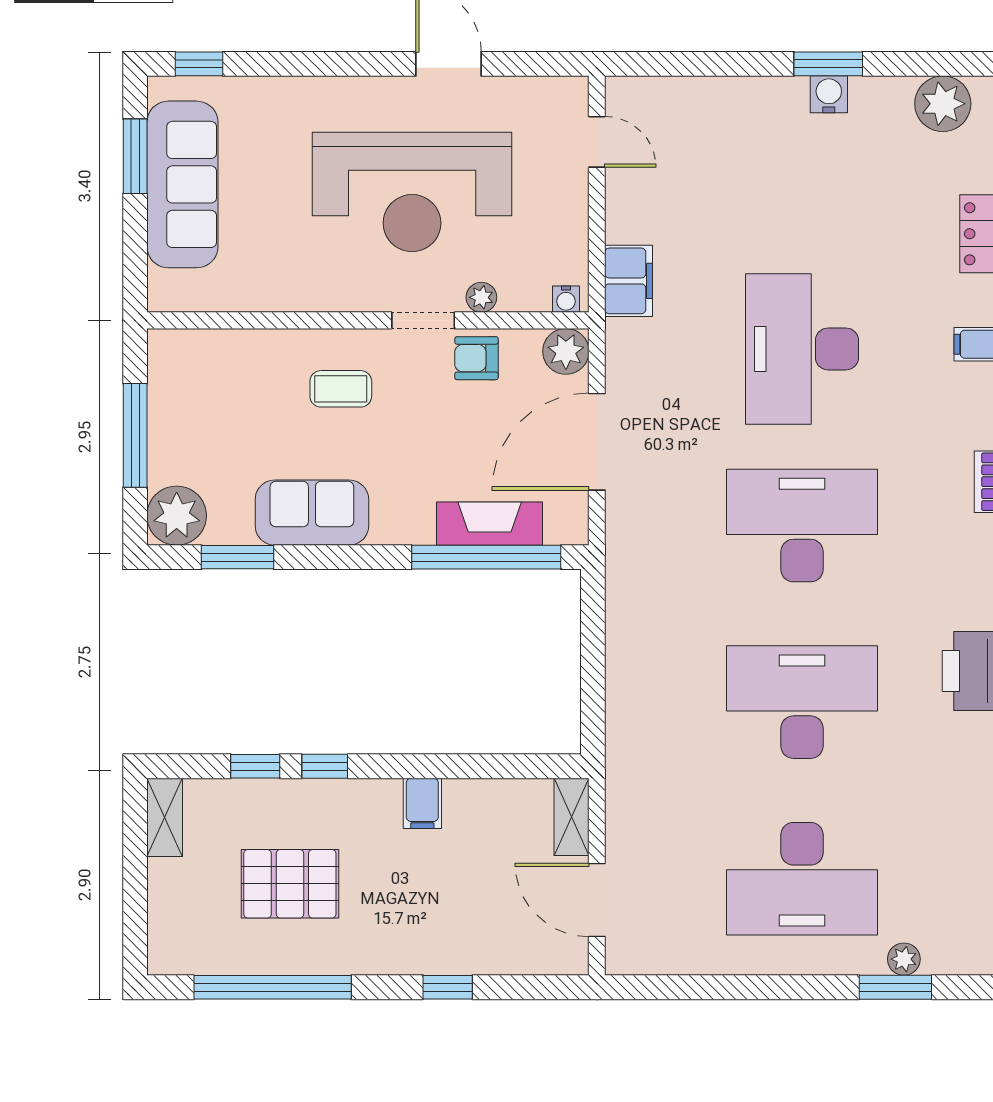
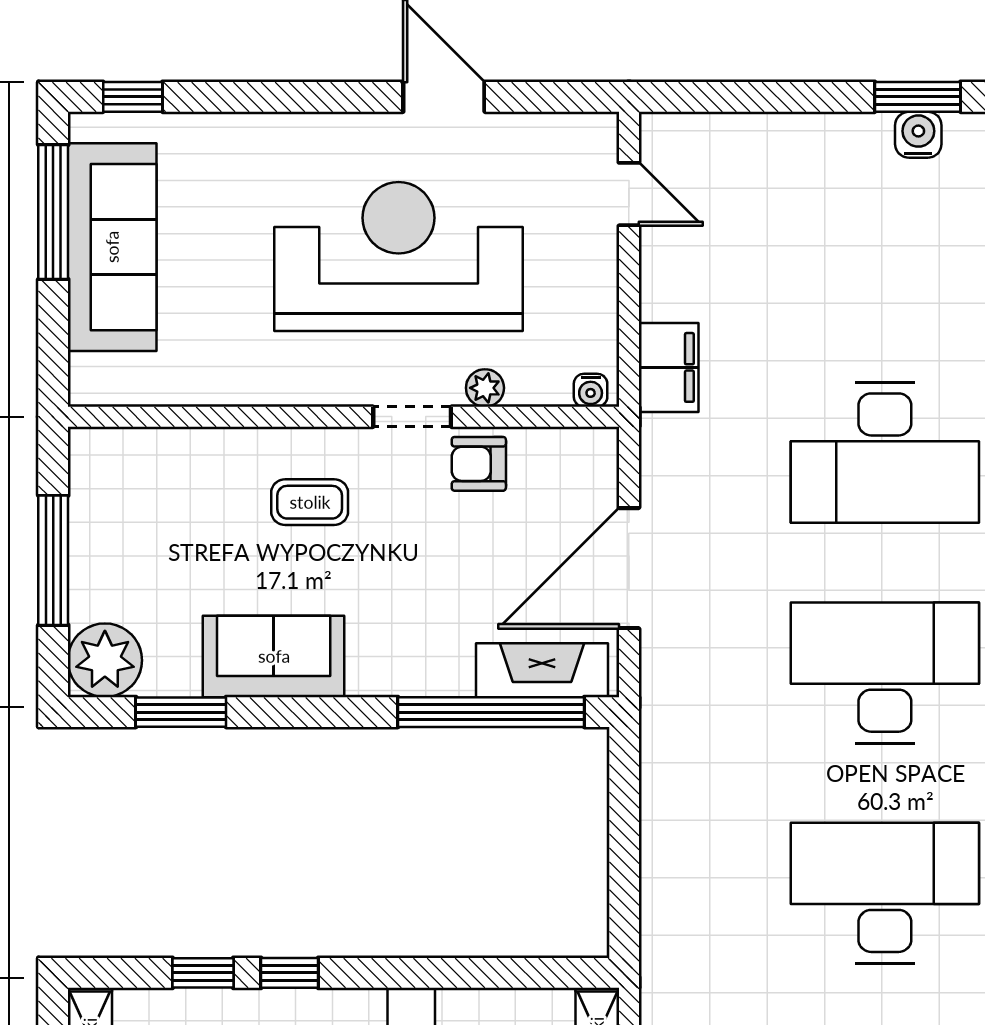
window: (135, 156) -> (53, 212), width x1.44
reception desk: (412, 192) -> (399, 257), turned 180
desk: (802, 349) -> (885, 452), turned -90
plant: (566, 351) -> (590, 455), removed
fireplace: (490, 524) -> (542, 670), moved

